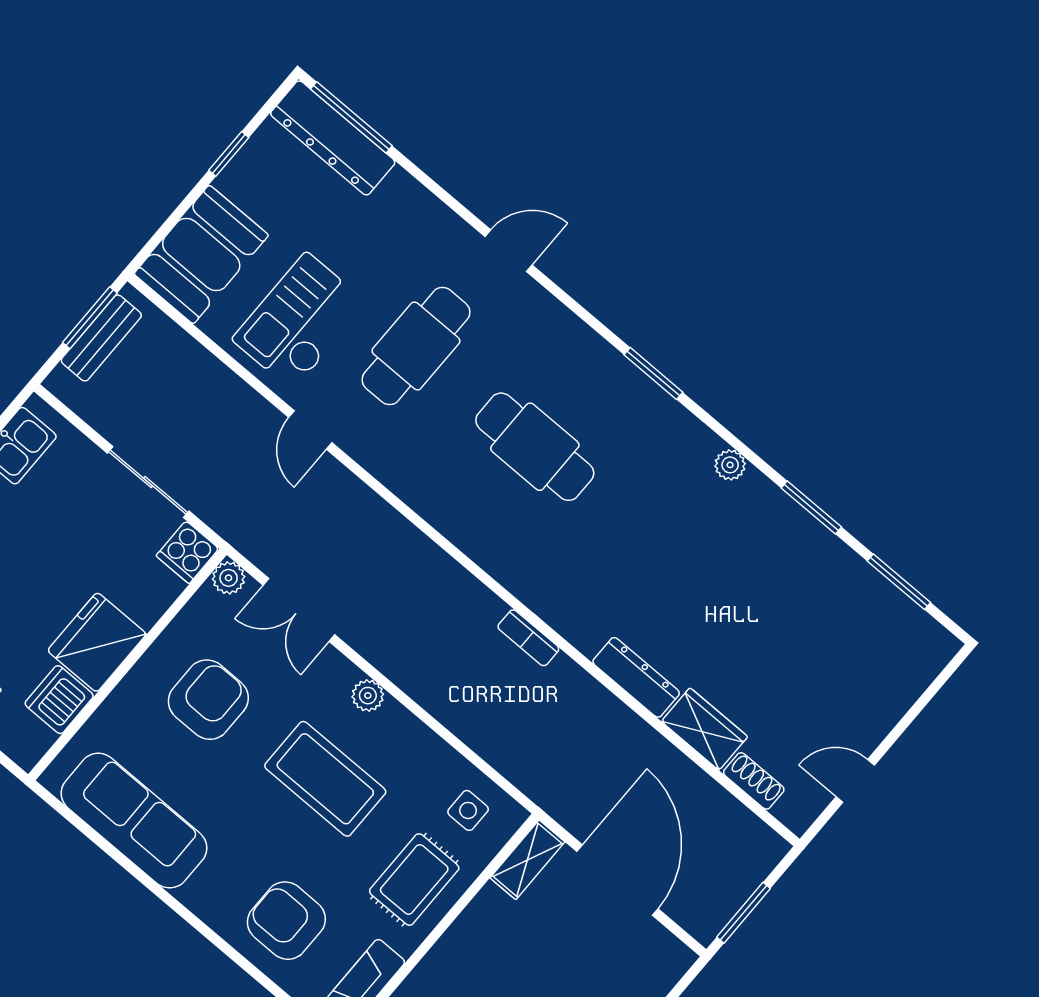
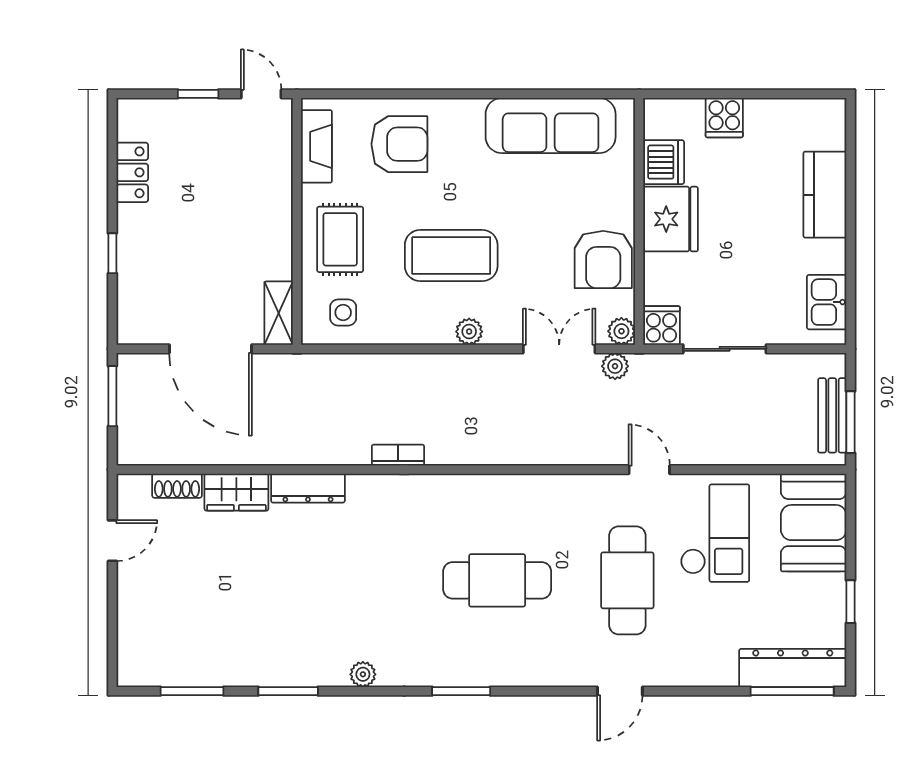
plant: (261, 551) -> (615, 366), added
armchair: (208, 700) -> (603, 260), moved

